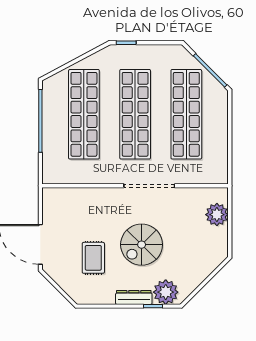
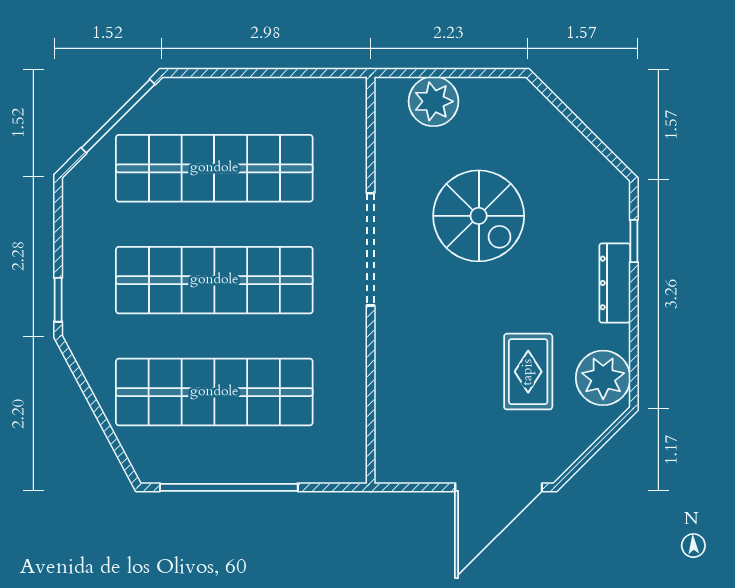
spiral stairs: (142, 245) -> (479, 216), moved
rug: (93, 258) -> (528, 372), turned 90
plant: (166, 292) -> (603, 378), moved

